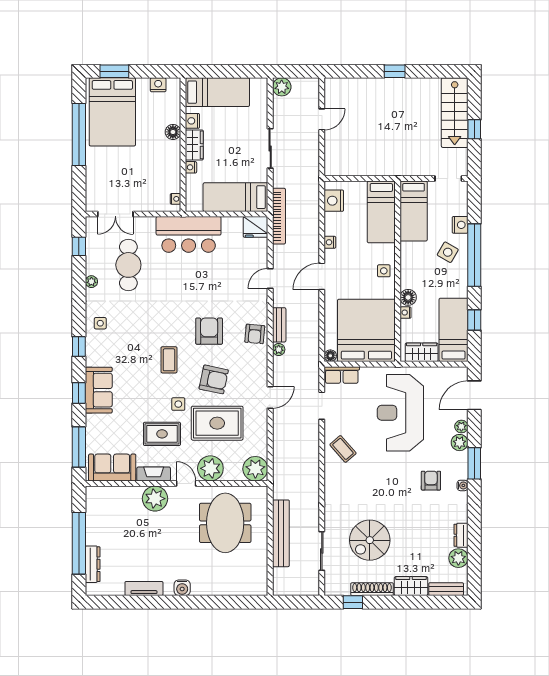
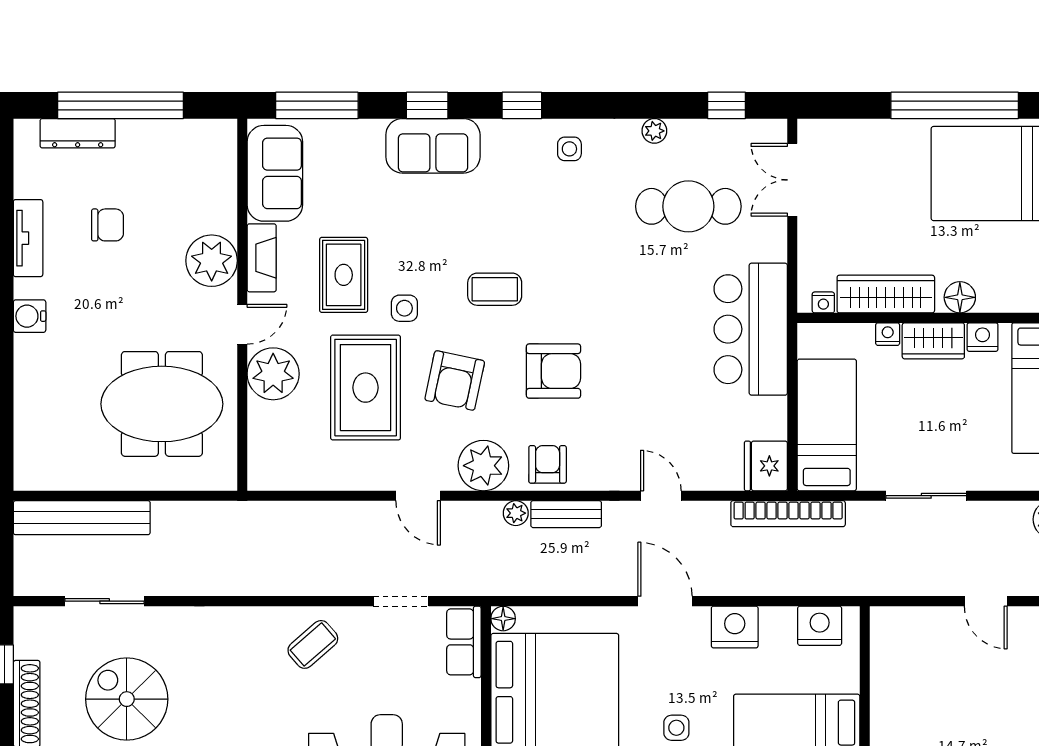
wardrobe: (171, 168) -> (886, 294), added
nightstand: (330, 242) -> (735, 627), width x1.89, depth x1.79
armchair: (255, 334) -> (548, 464), turned 85
plant: (255, 469) -> (483, 466), moved
bench: (281, 533) -> (82, 518), moved
chair: (137, 550) -> (108, 225), added

